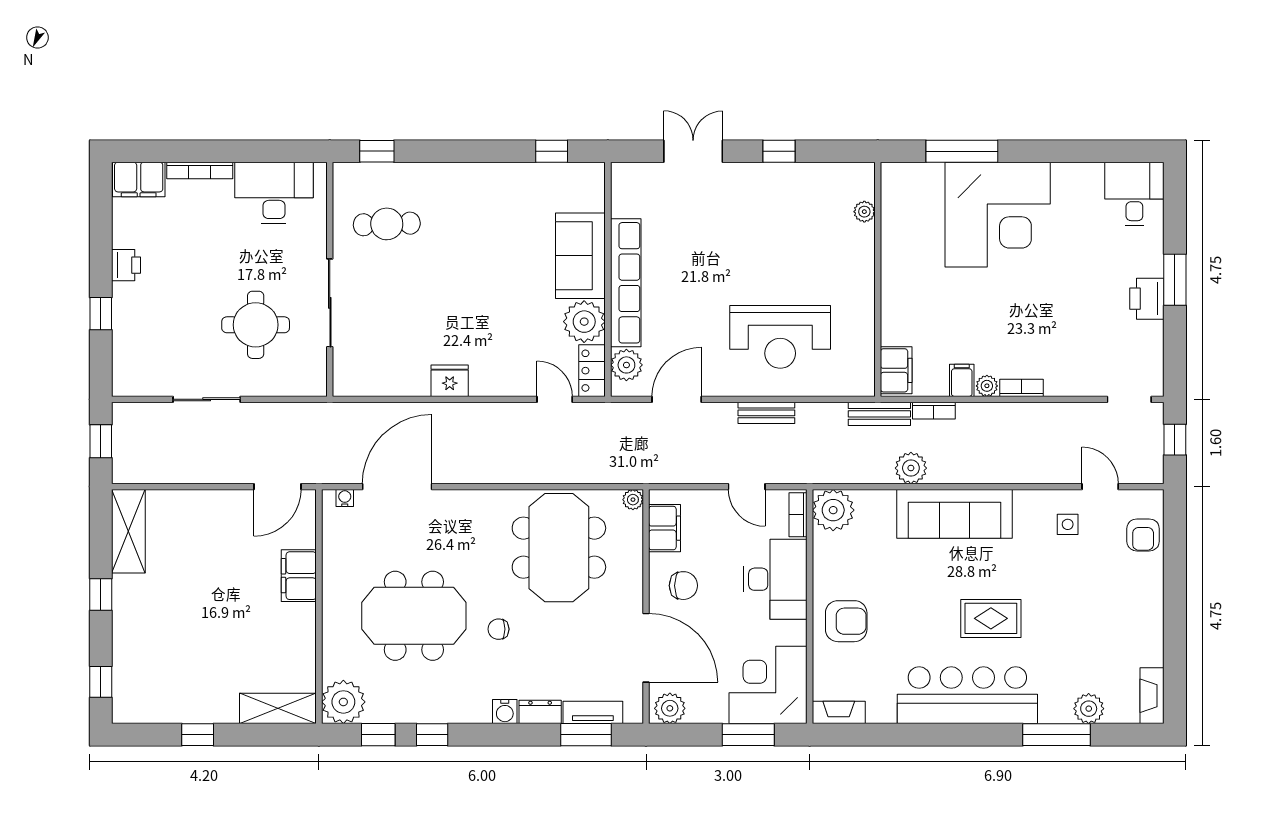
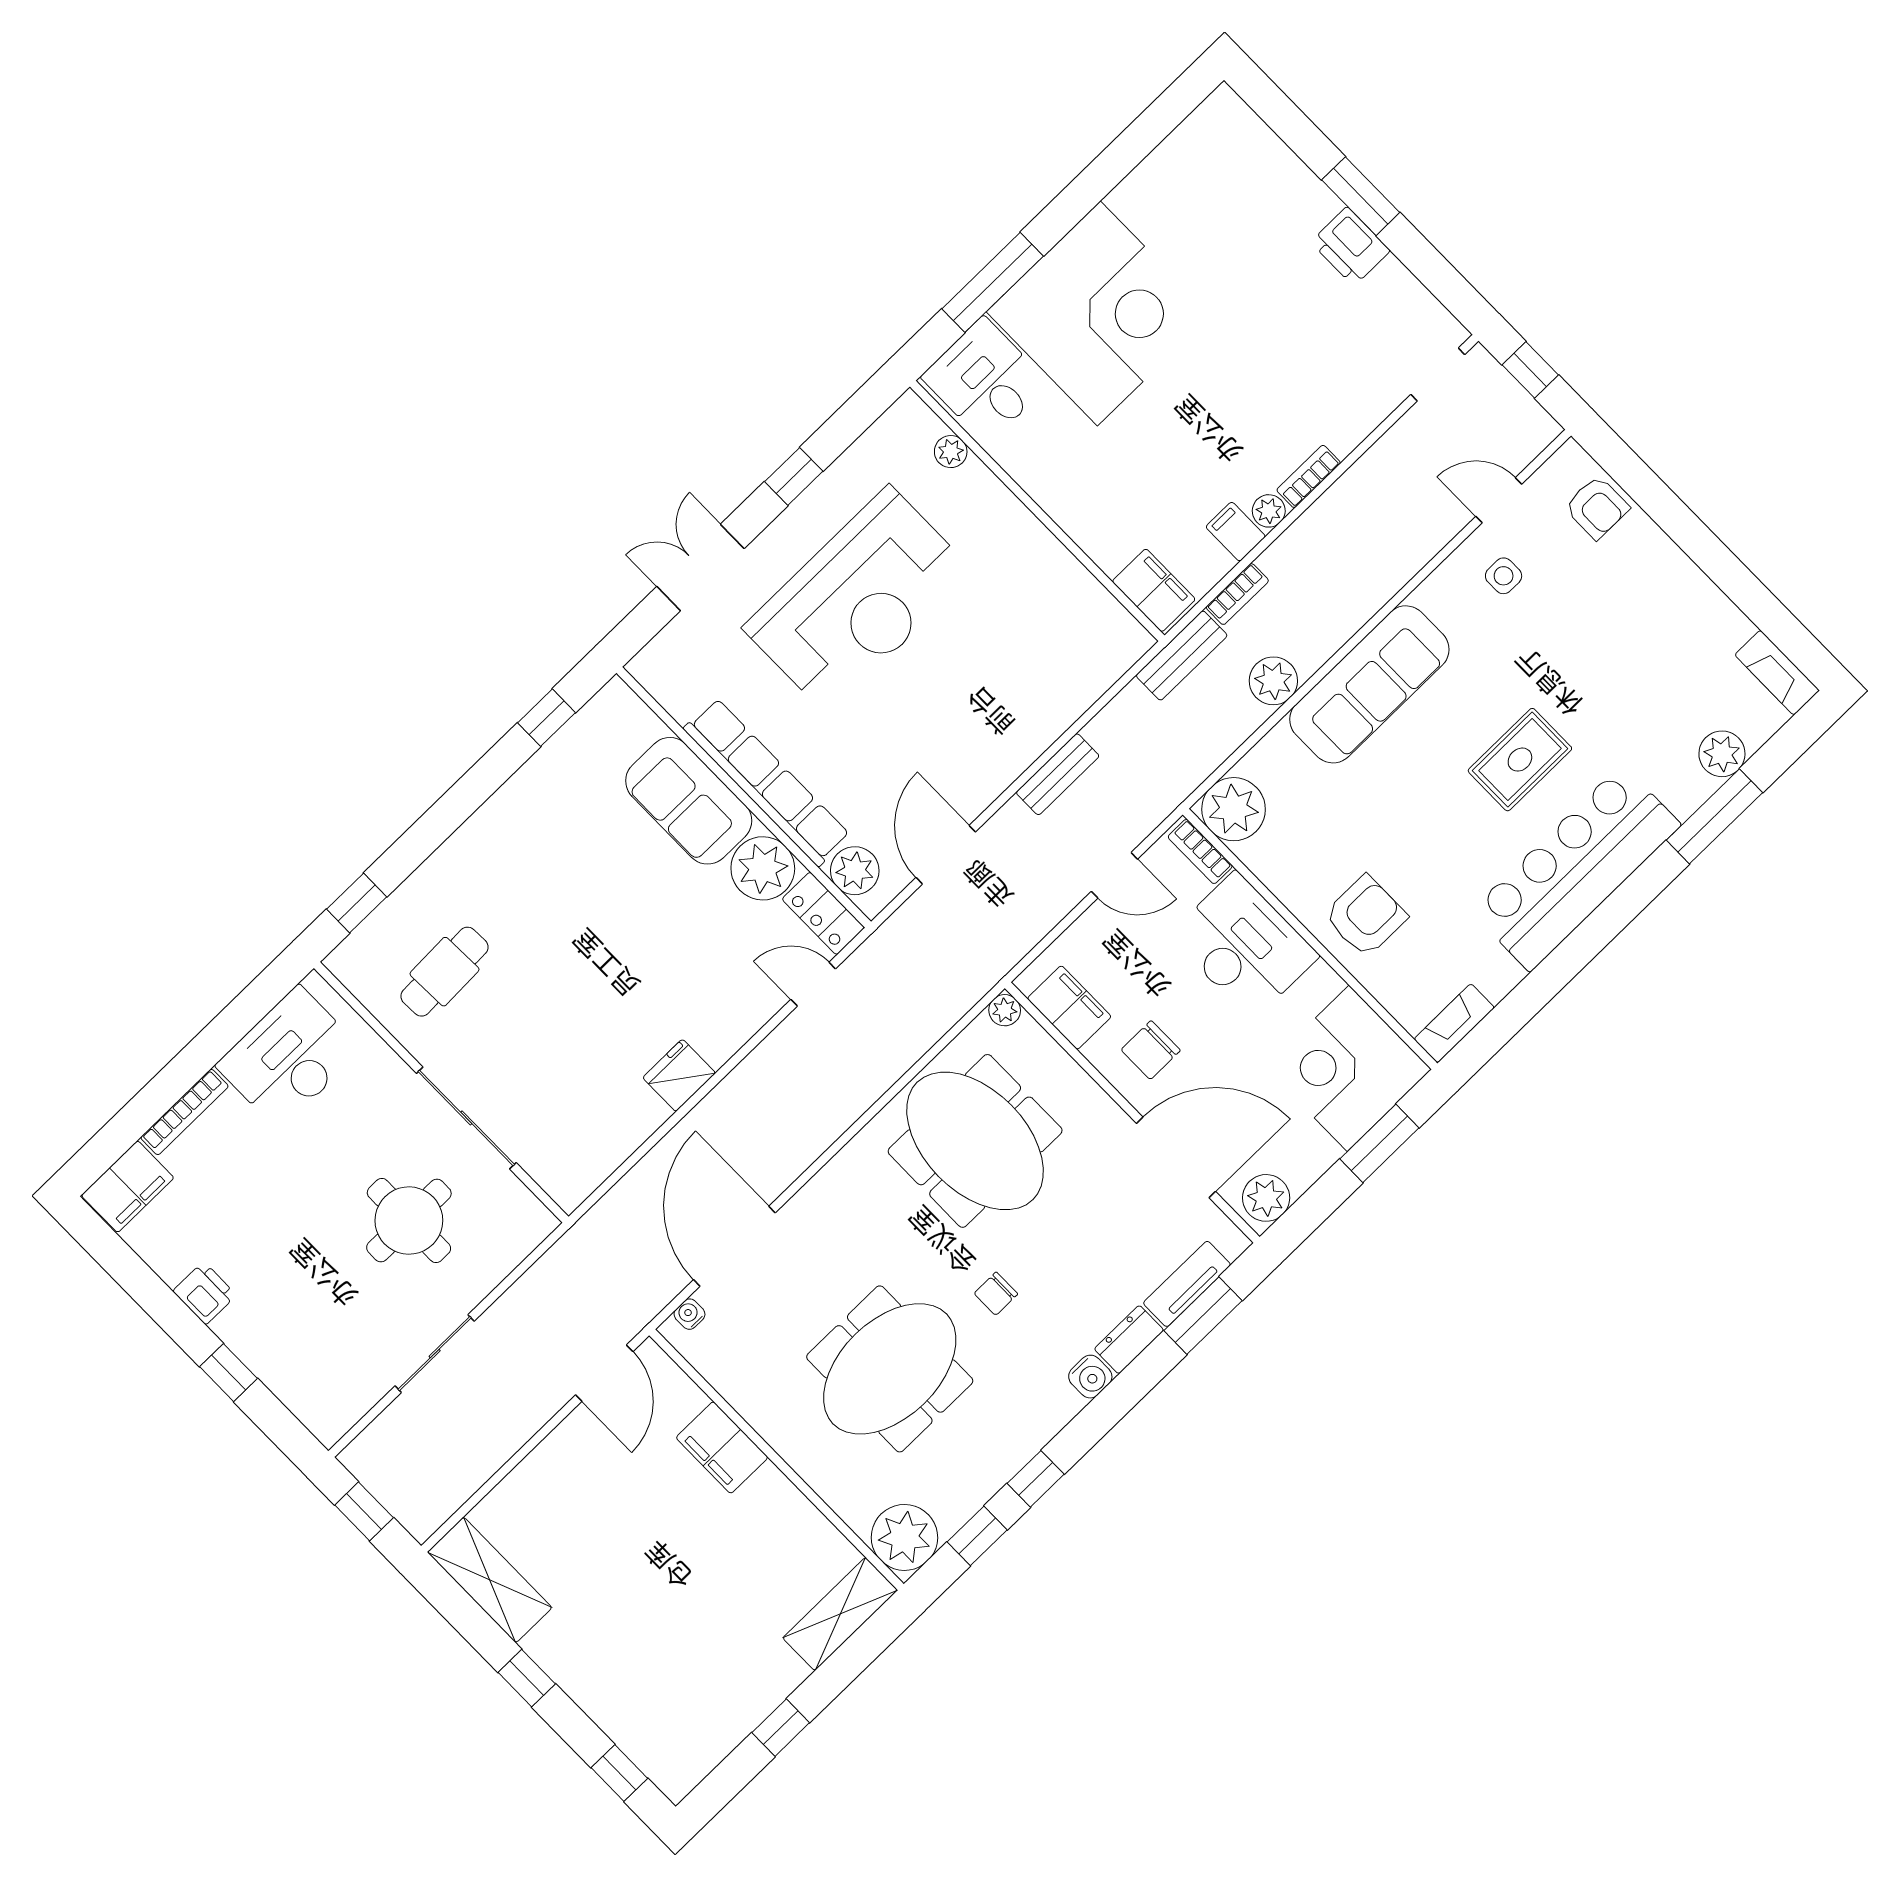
desk: (1134, 194) -> (985, 380), moved
reception desk: (780, 337) -> (858, 600), moved, width x1.36, depth x1.30
chair: (683, 586) -> (1151, 1050), turned 180

